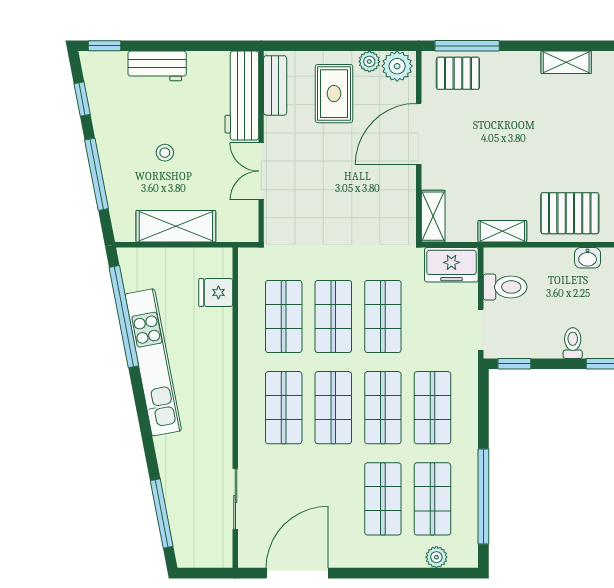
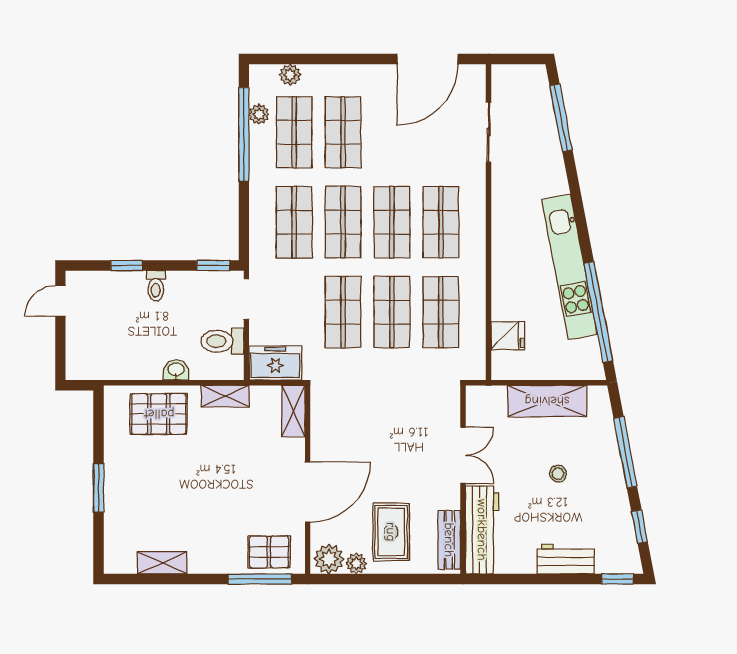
washbasin: (588, 258) -> (176, 370), moved
plant: (468, 517) -> (259, 114), added

